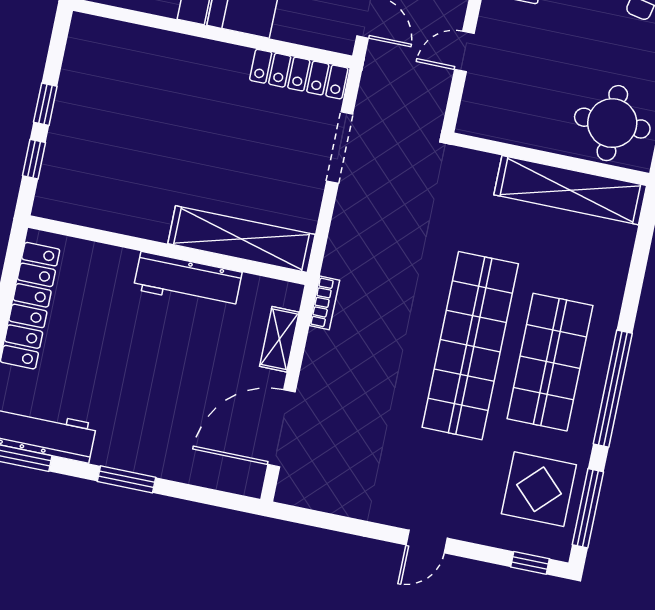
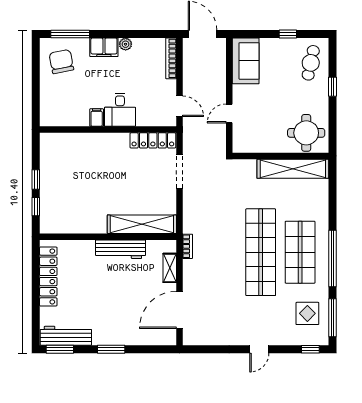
display table: (539, 489) -> (307, 313), width x0.73, depth x0.73

